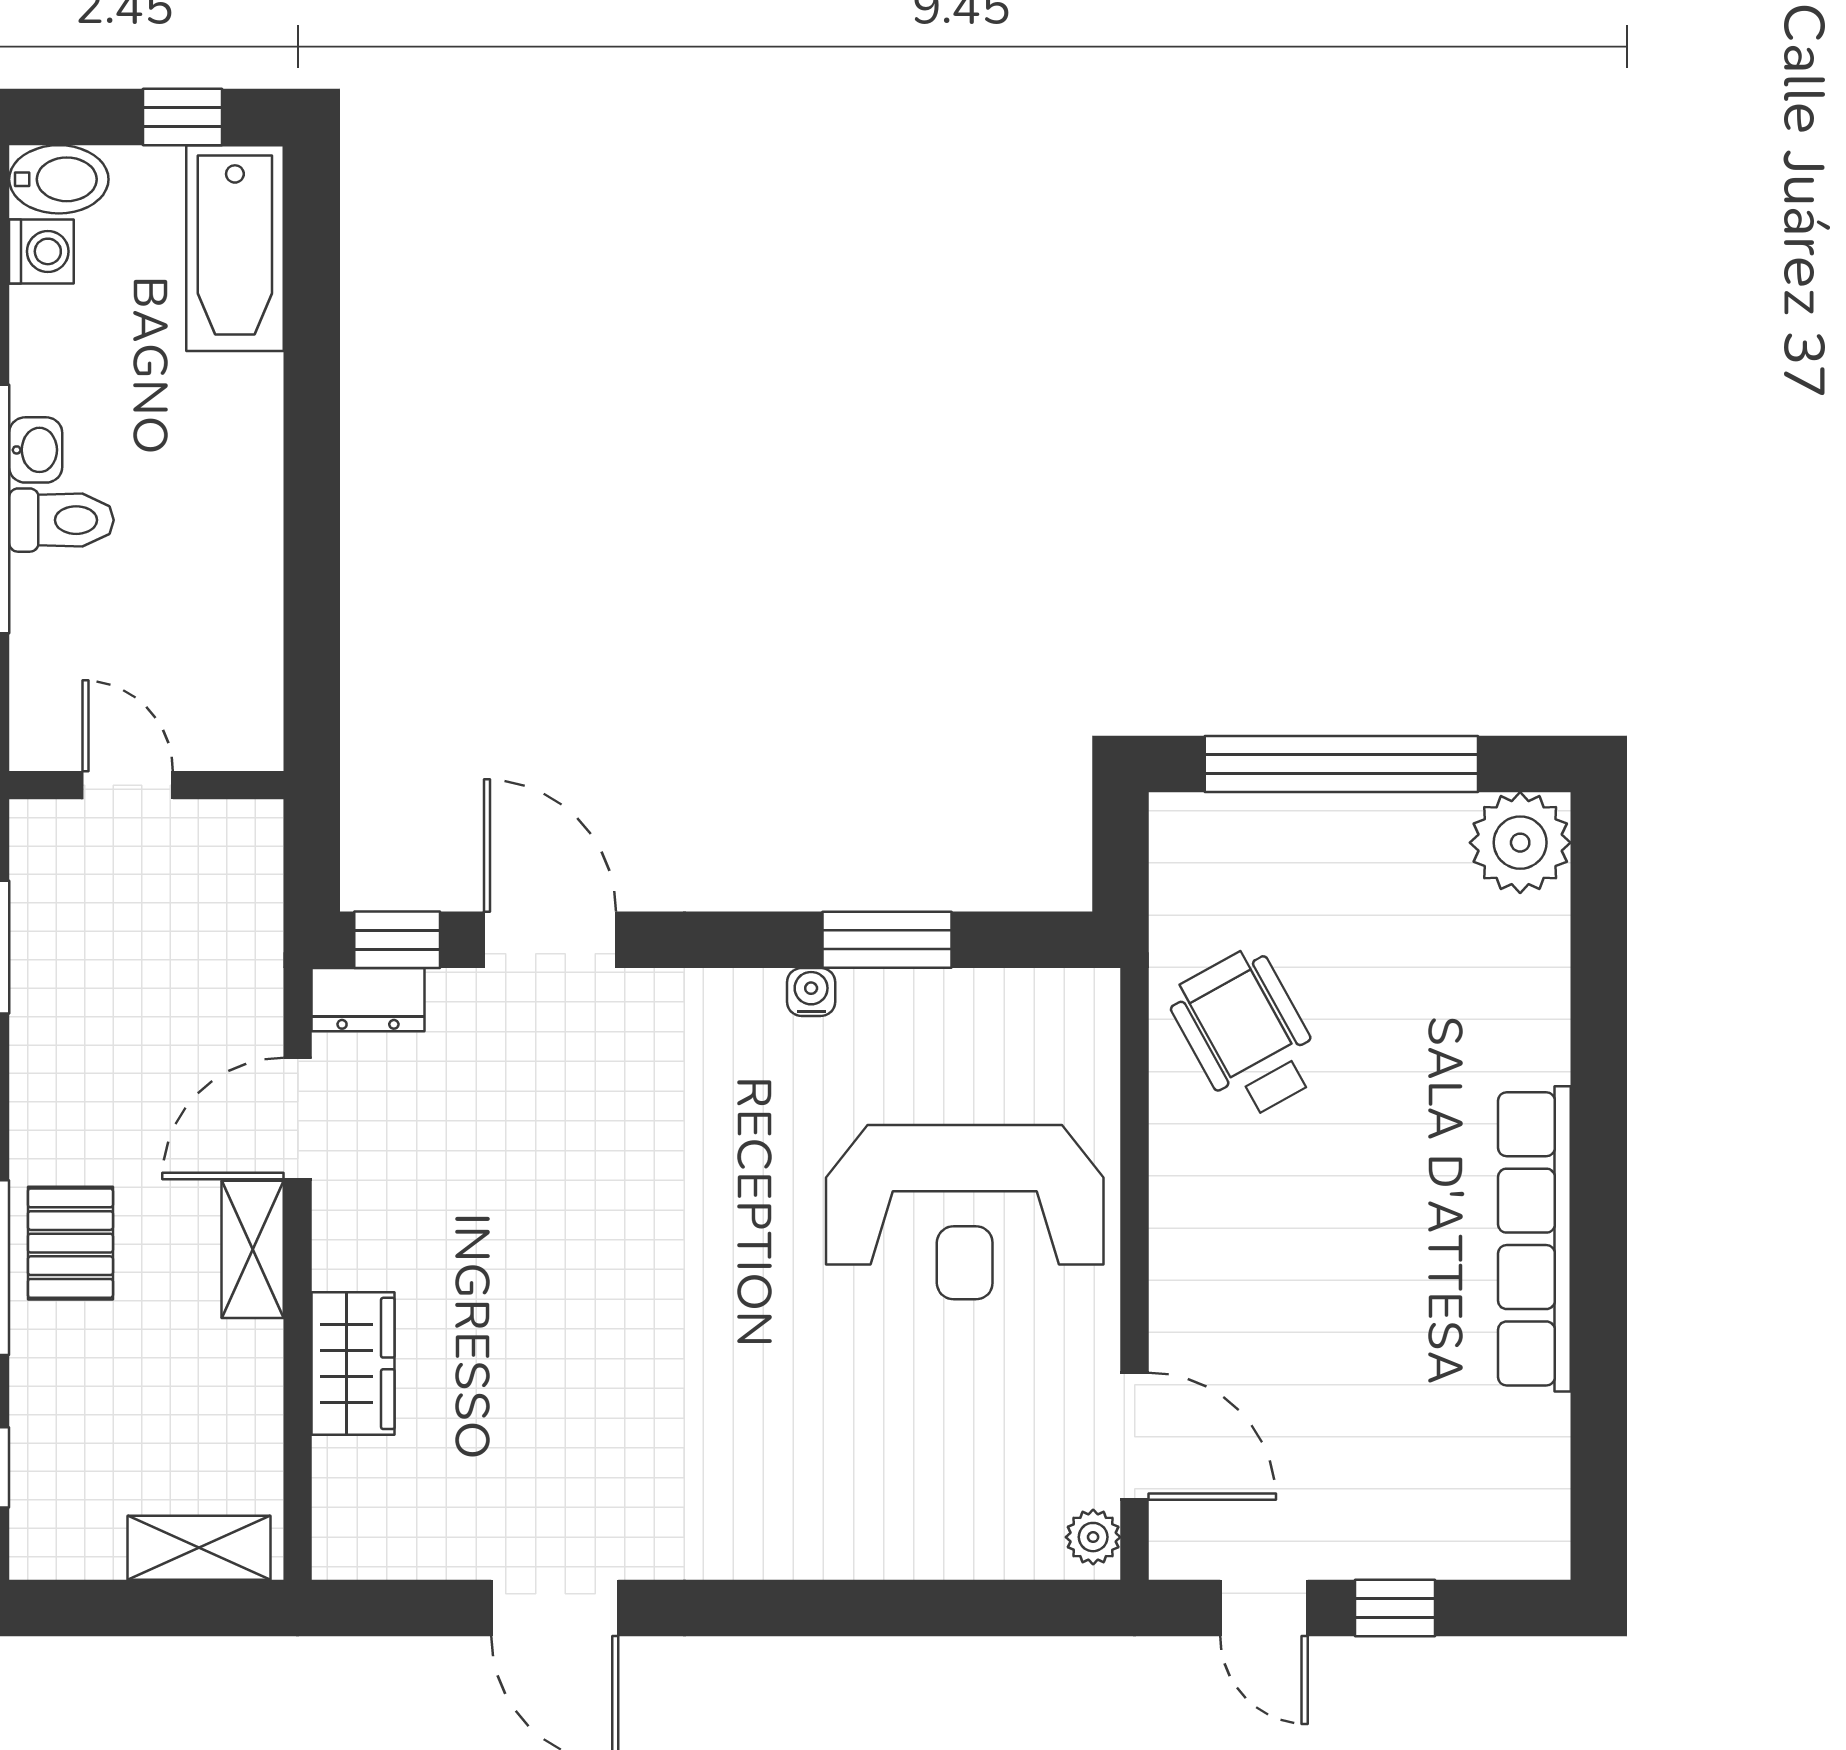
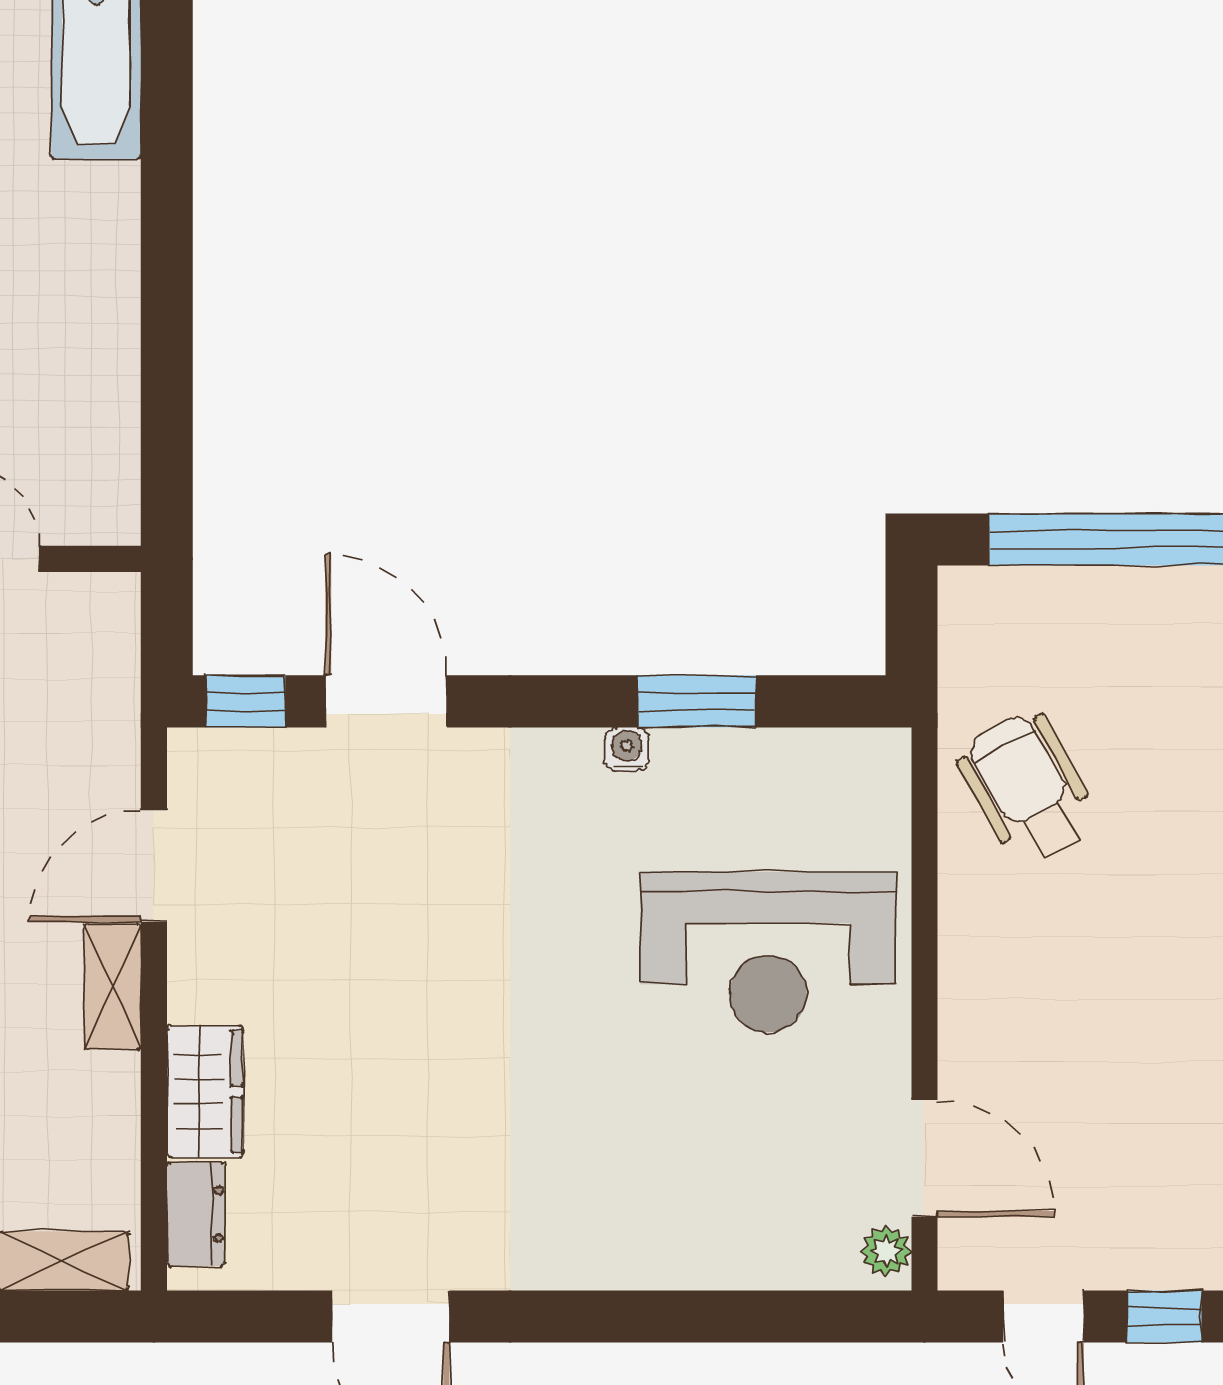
dresser: (368, 1000) -> (196, 1214), moved, turned -90

